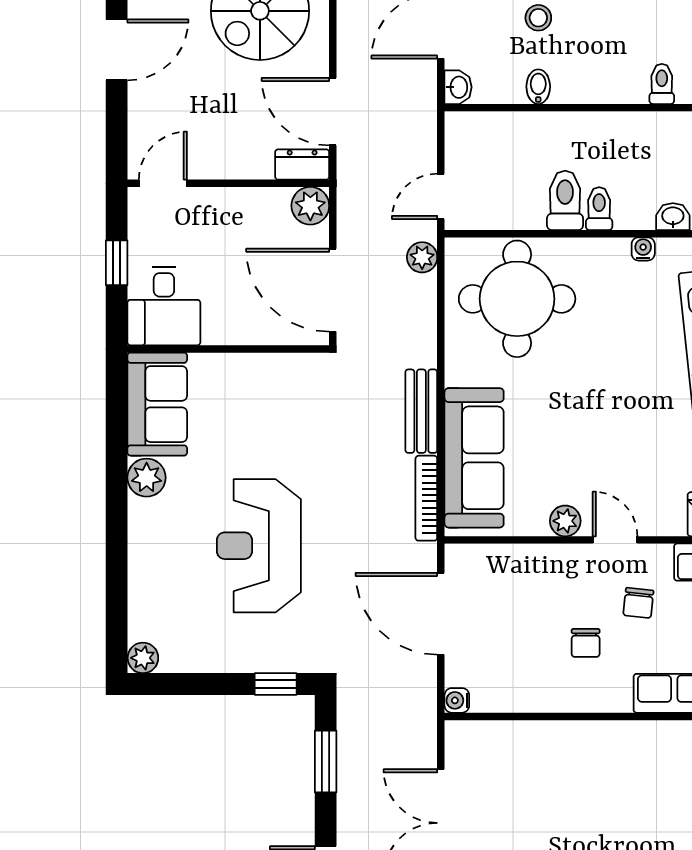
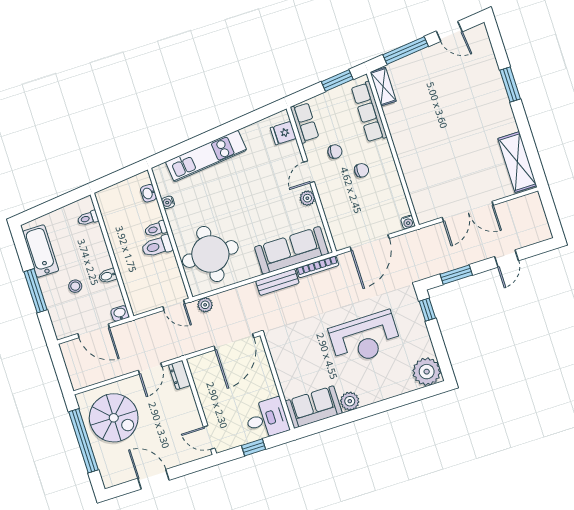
door: (333, 112) -> (150, 369), width x0.73
plant: (310, 206) -> (198, 365), removed
plant: (143, 658) -> (427, 372), width x1.88, depth x1.88

